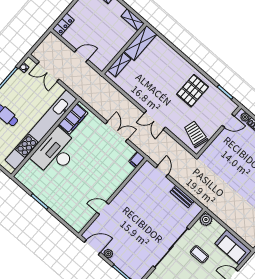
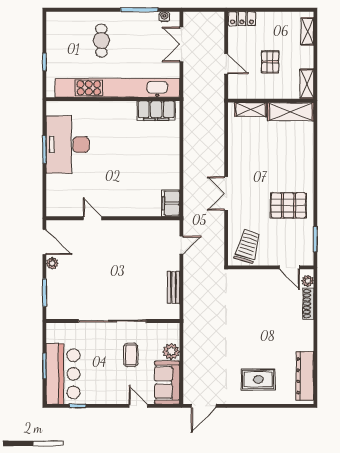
pallet: (102, 30) -> (270, 62), added
double door: (117, 132) -> (181, 165), removed
desk: (56, 152) -> (68, 145), moved, turned -90
filing cabinet: (137, 160) -> (171, 203), width x2.00
plant: (206, 220) -> (171, 351), moved

